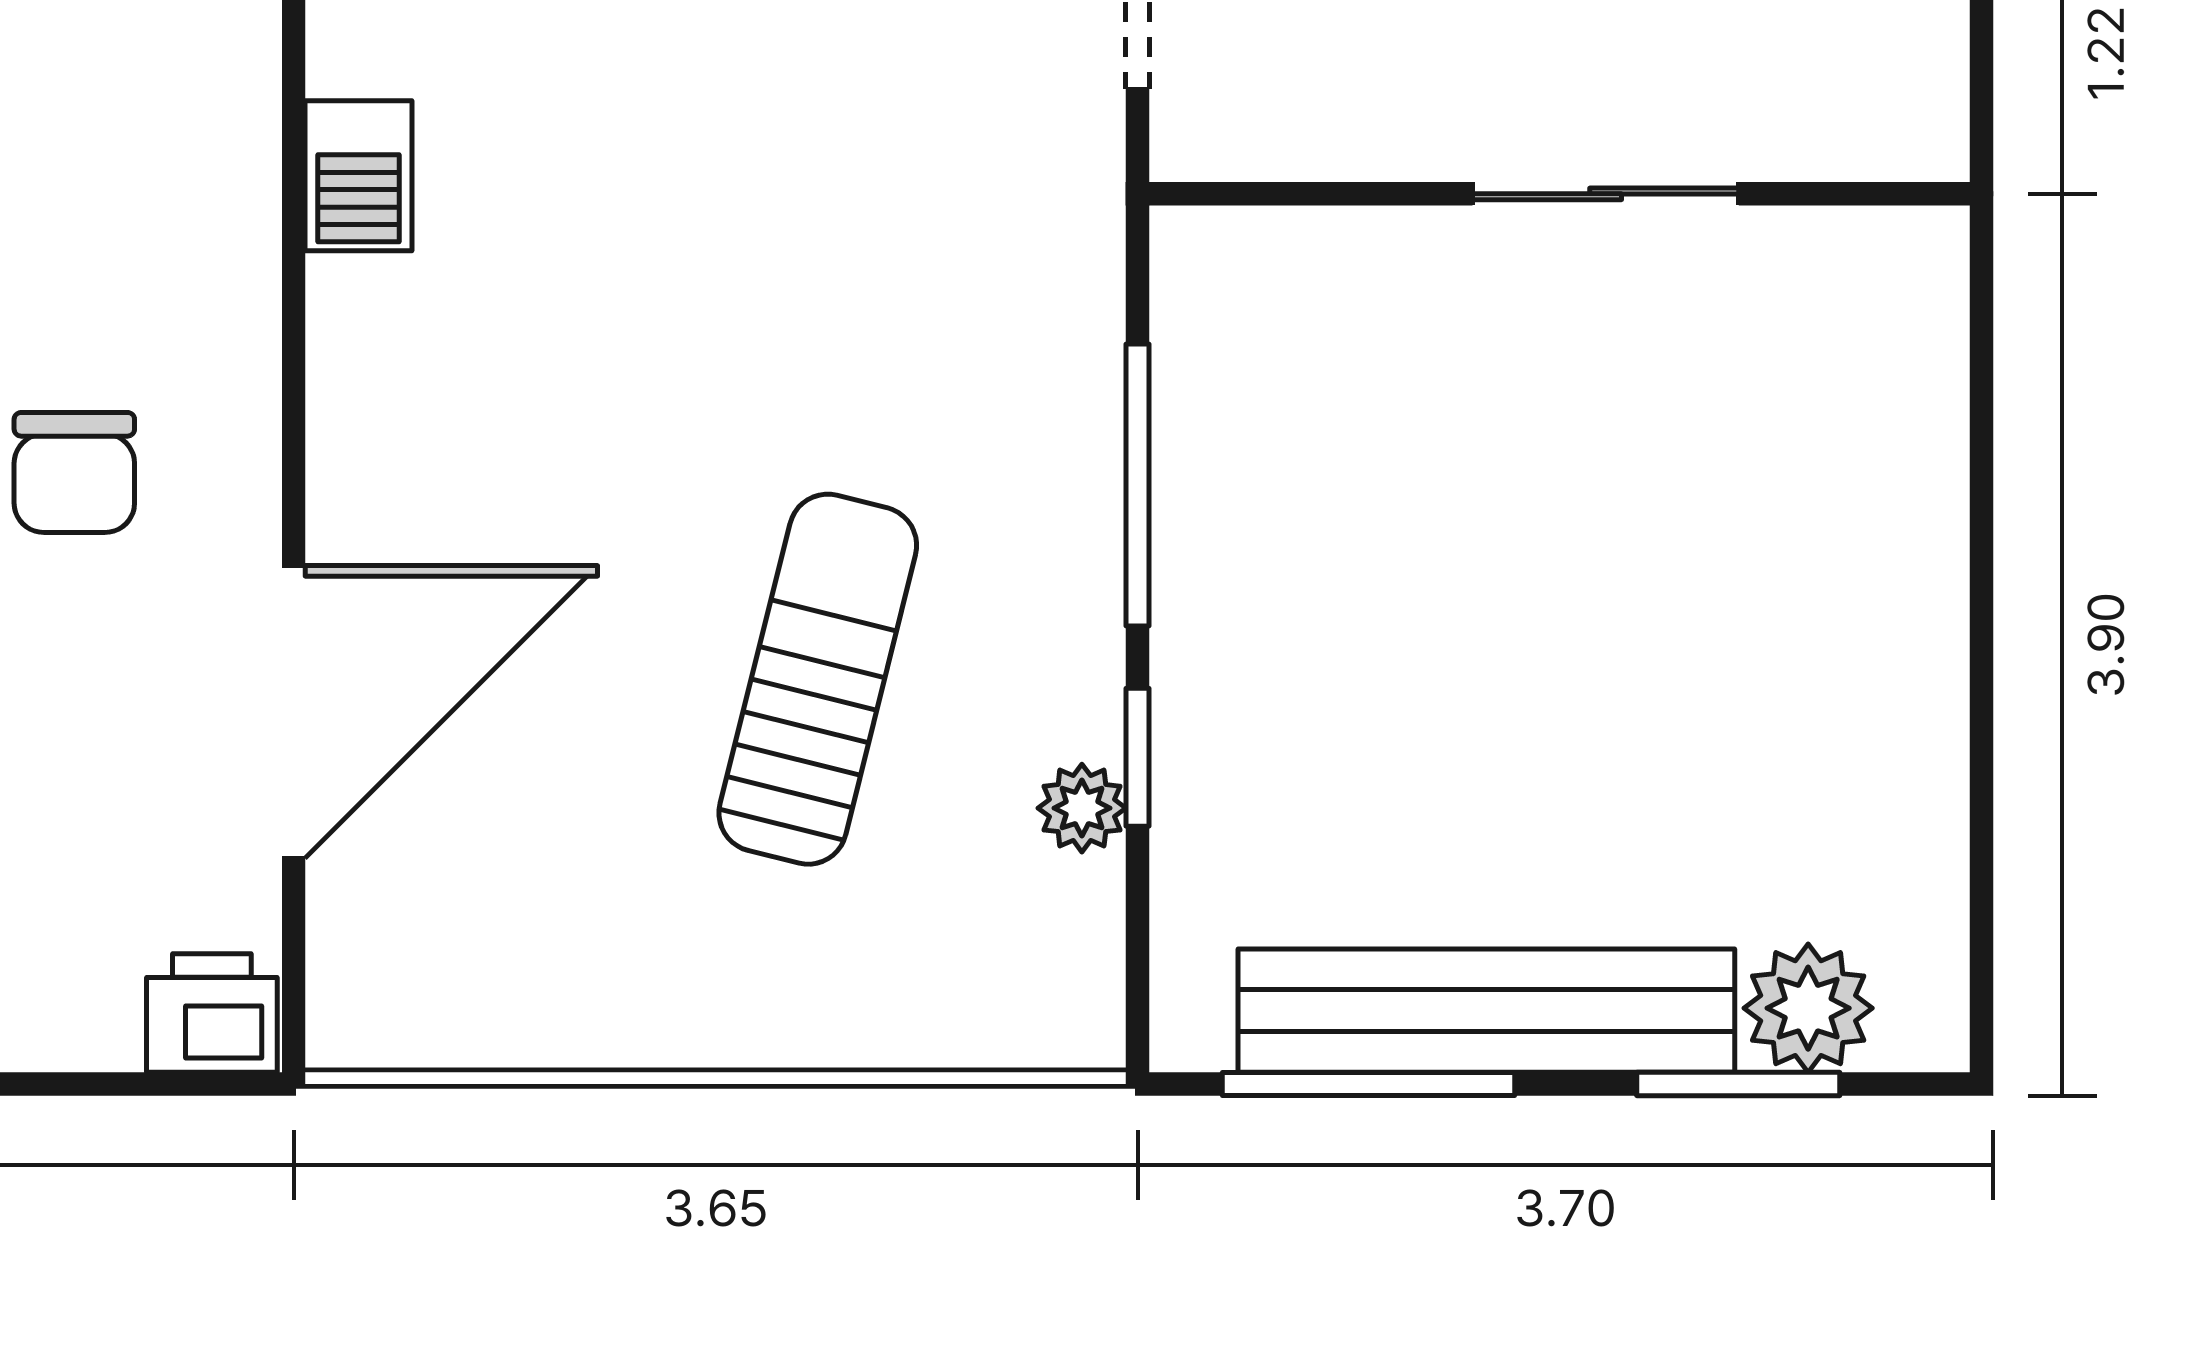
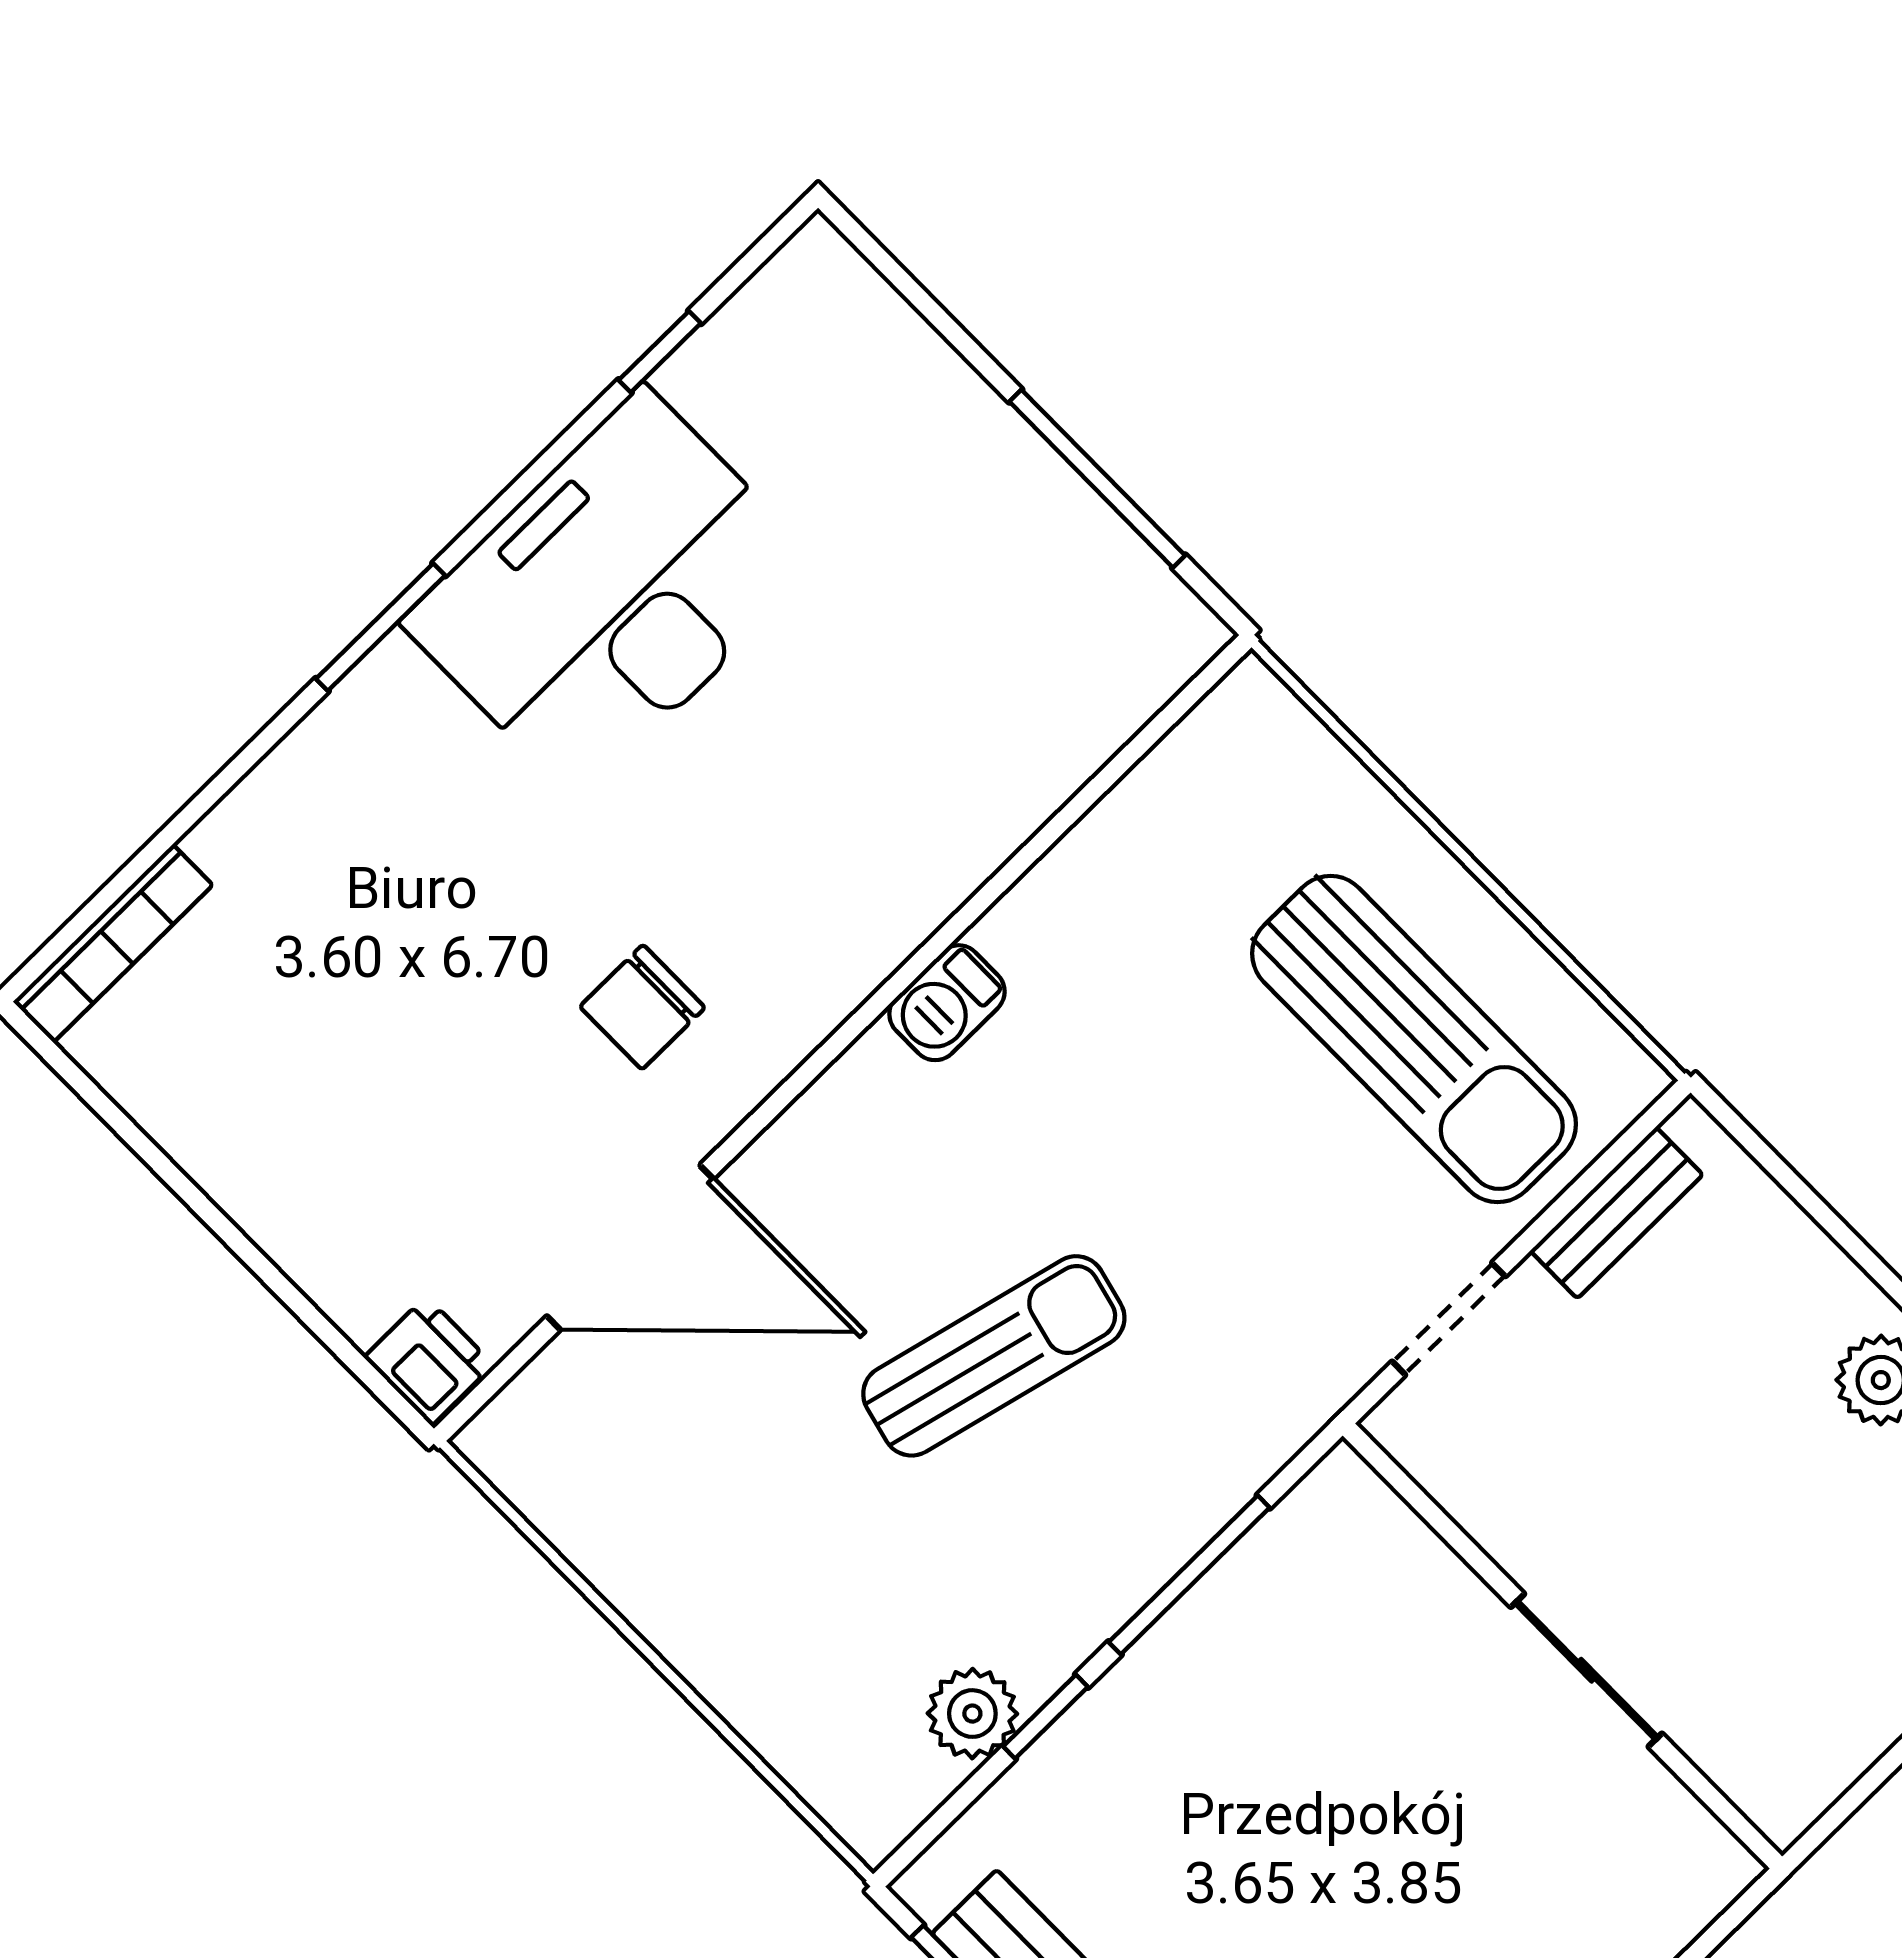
sun lounger: (818, 679) -> (994, 1356), moved
plant: (1082, 808) -> (972, 1714), width x1.38, depth x1.38

